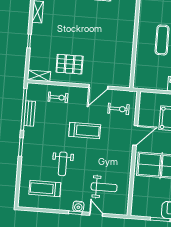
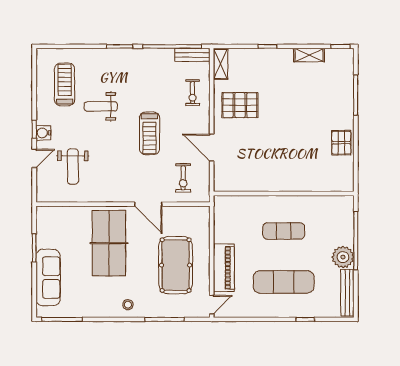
pallet: (70, 64) -> (240, 105), turned 90
bench: (30, 113) -> (192, 55), moved

